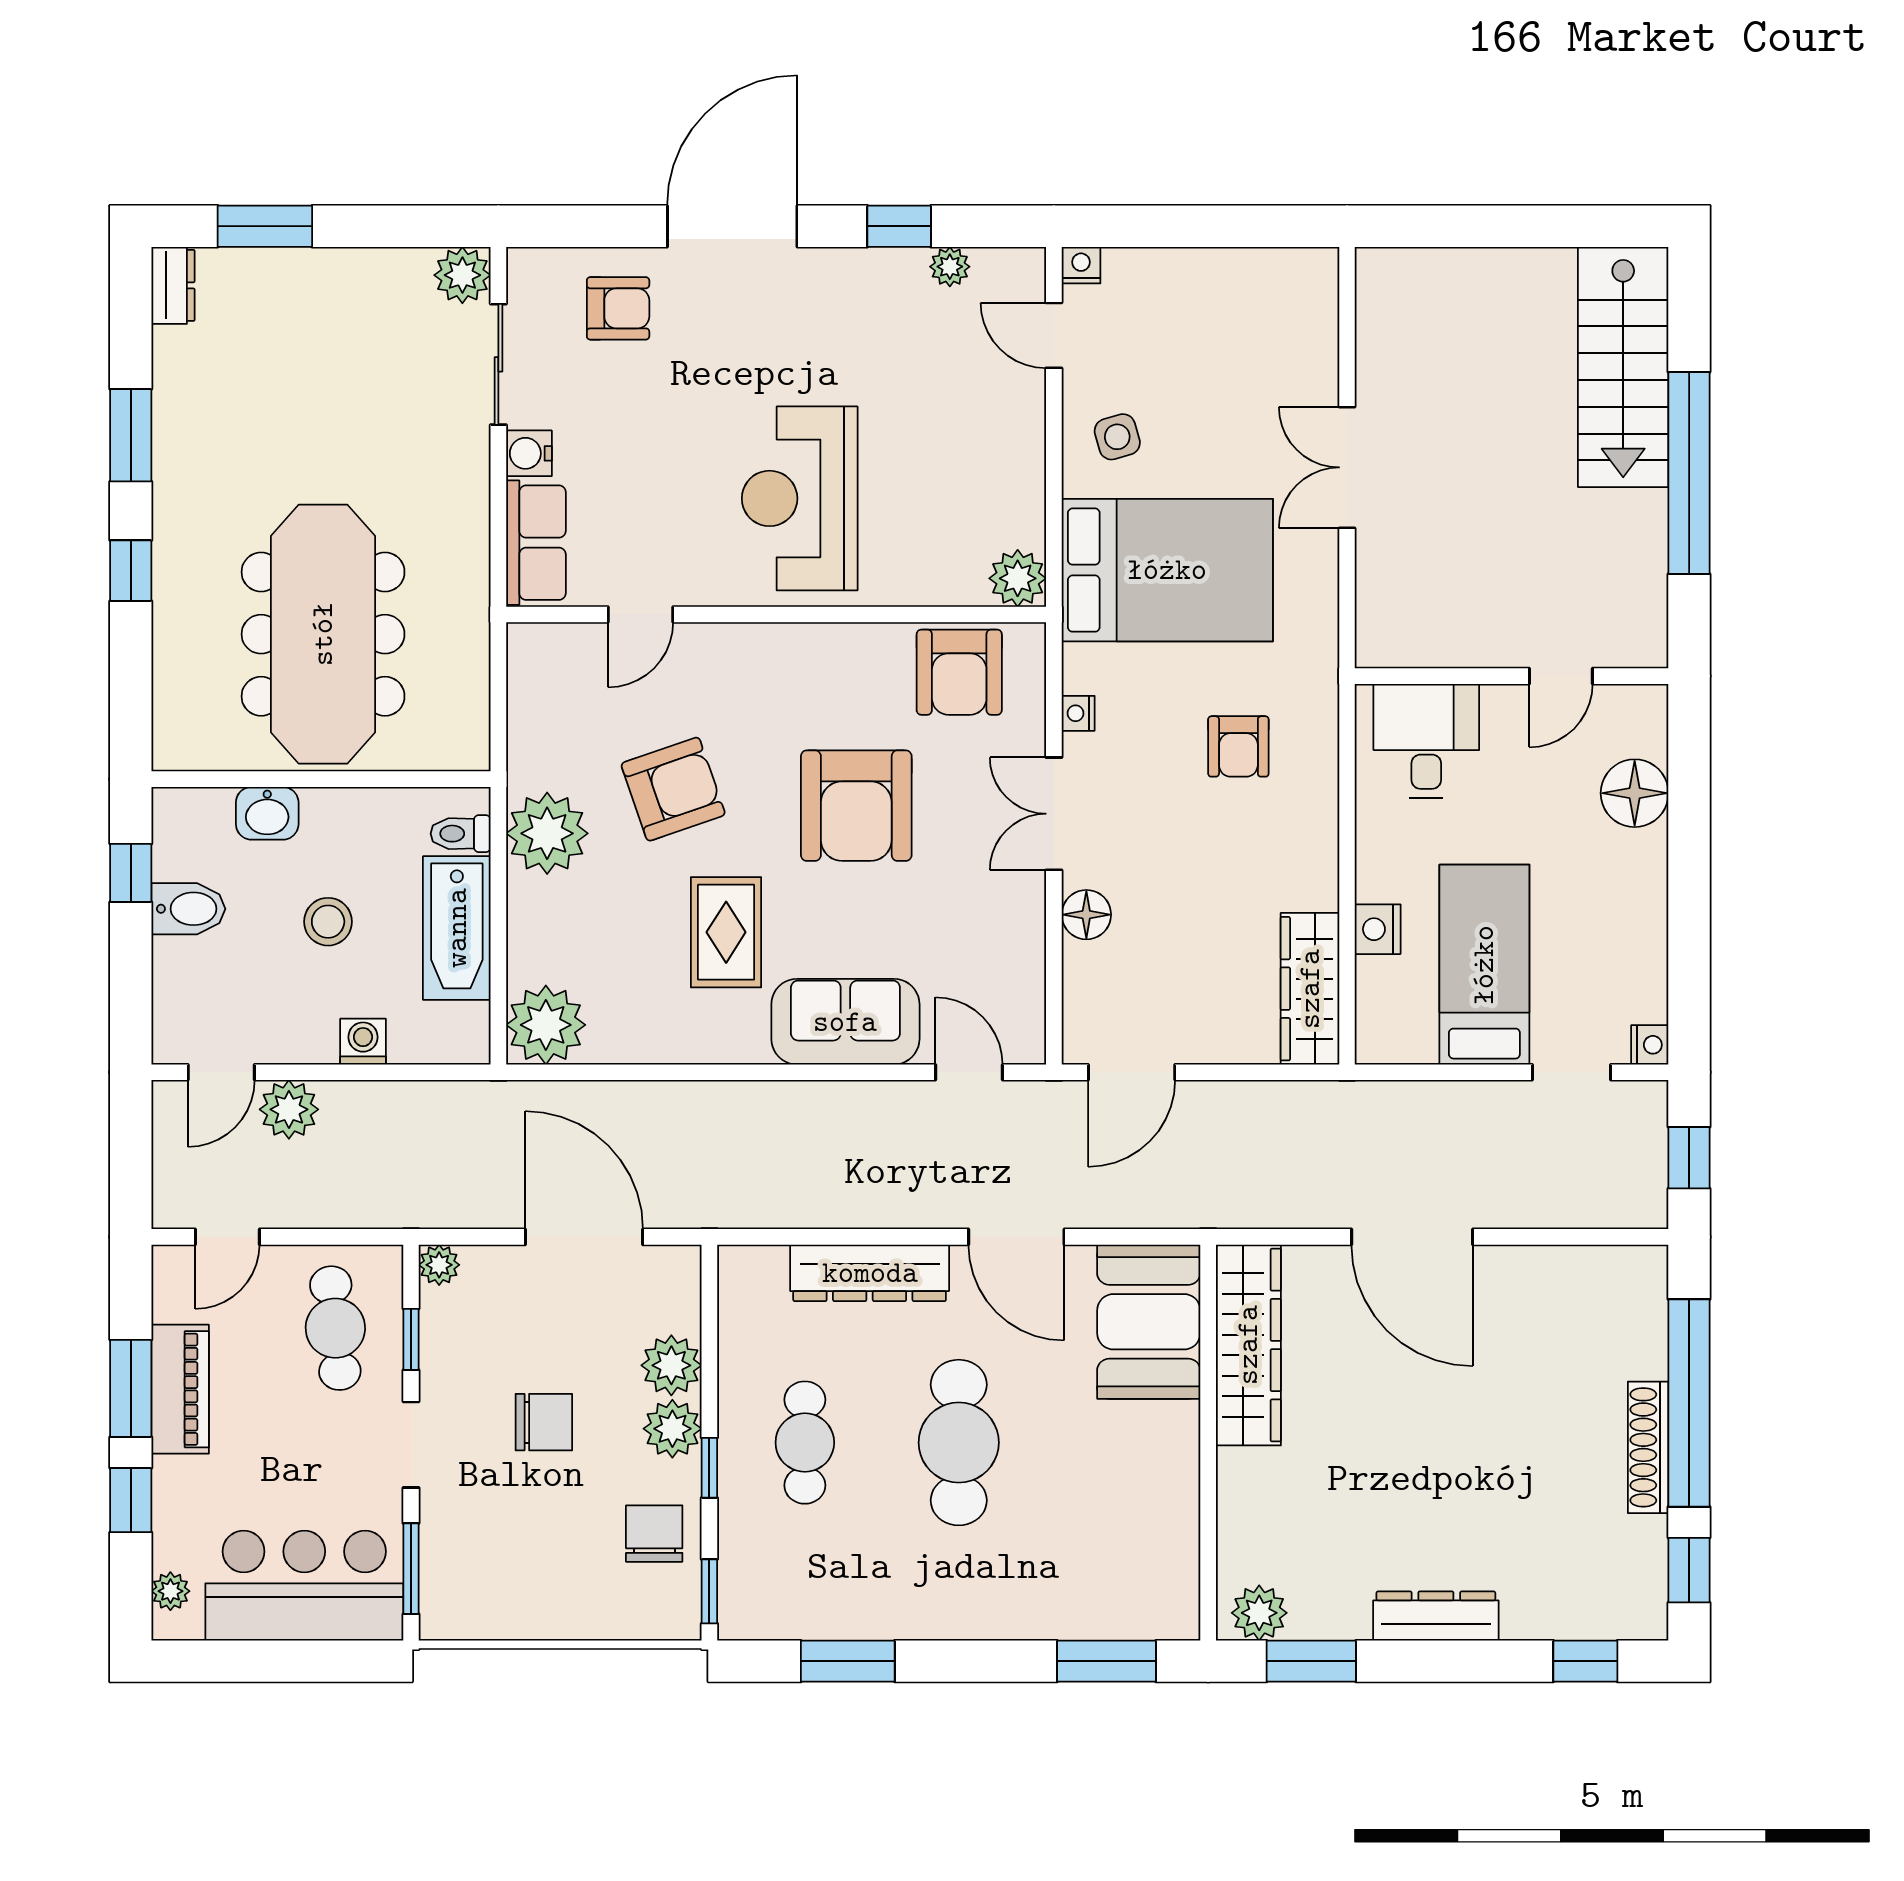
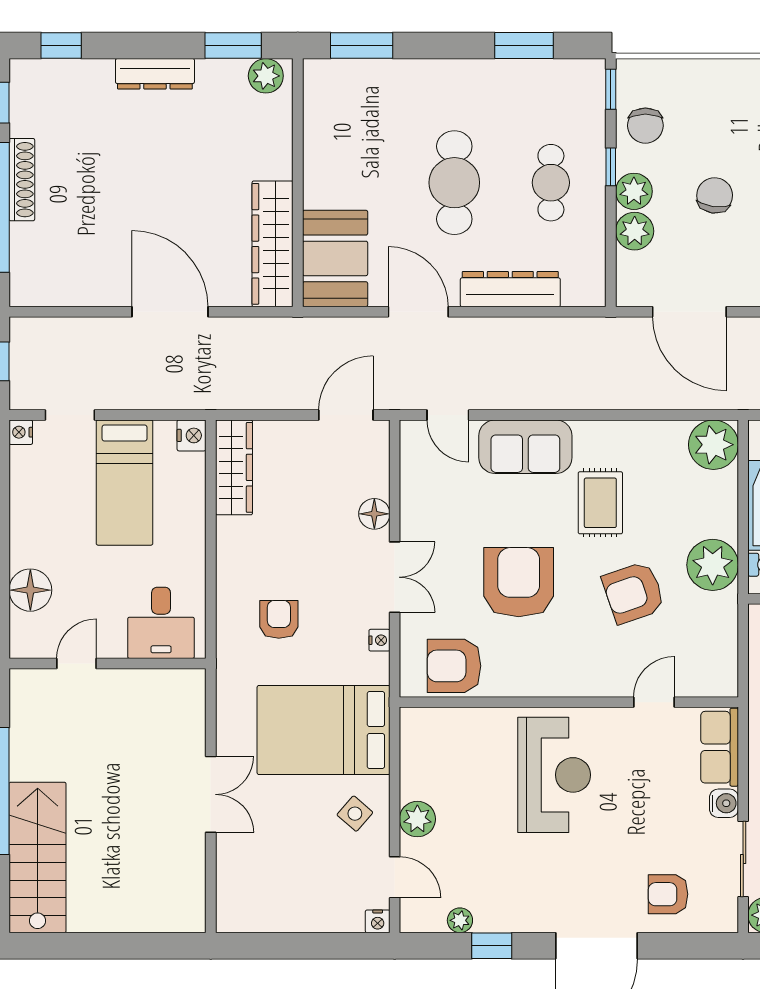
side table: (1117, 437) -> (355, 814), turned -33
plant: (1018, 578) -> (417, 819), moved
armchair: (959, 672) -> (454, 666), turned -90
nightstand: (1378, 929) -> (192, 435), moved
chair: (544, 1422) -> (715, 195), turned 98

